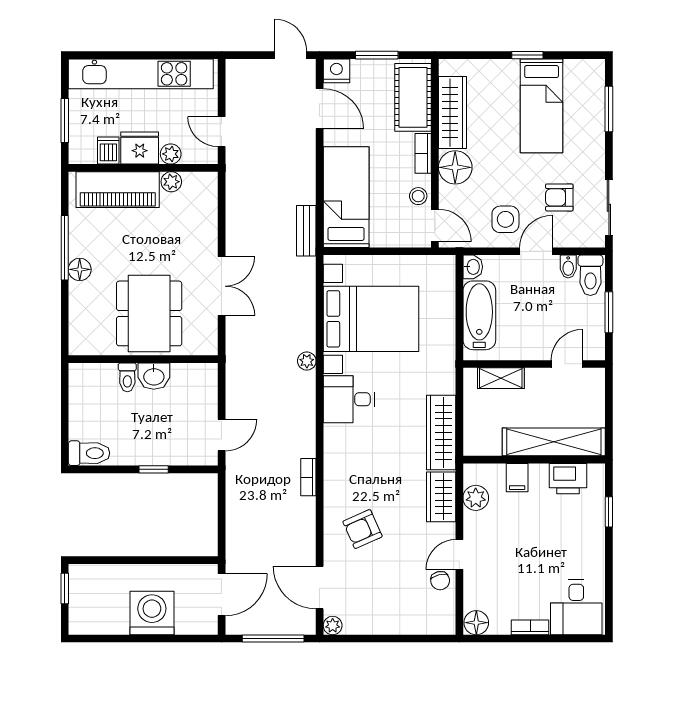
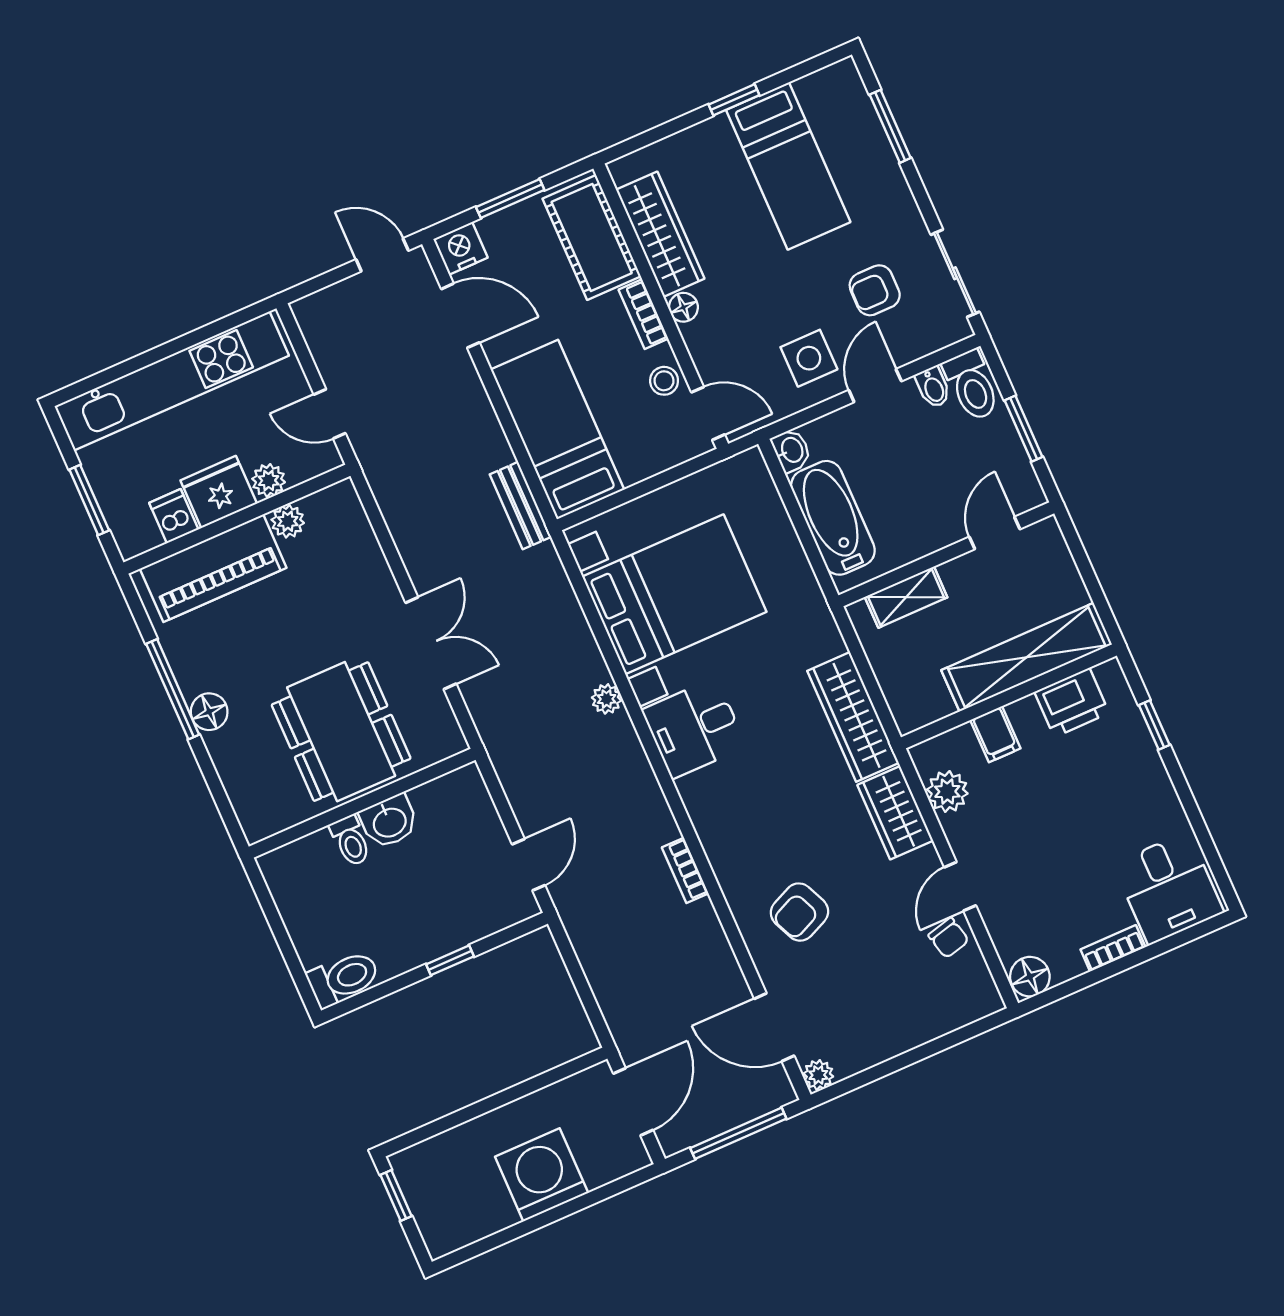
floor lamp: (455, 167) -> (683, 307), width x0.53, depth x0.53

